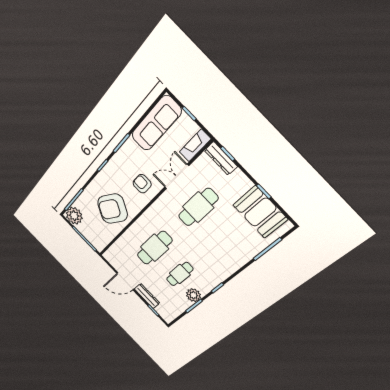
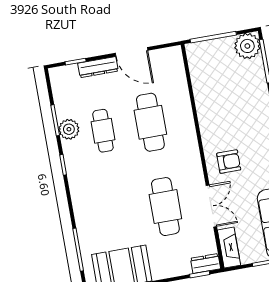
dresser: (221, 158) -> (206, 264), width x0.70
armchair: (113, 209) -> (225, 104), removed
door: (125, 281) -> (132, 52), swing flipped

